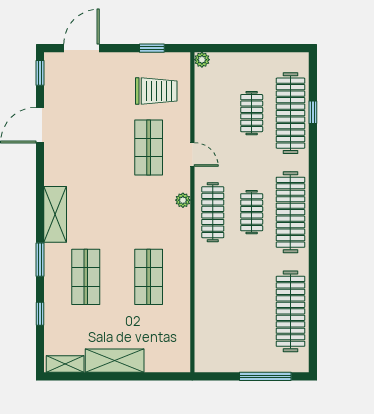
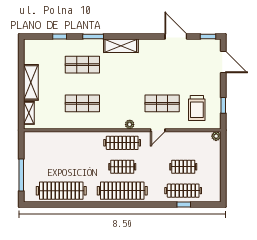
clothes rail: (290, 113) -> (183, 191), width x0.73, depth x0.76
shelving: (65, 364) -> (29, 113), moved

